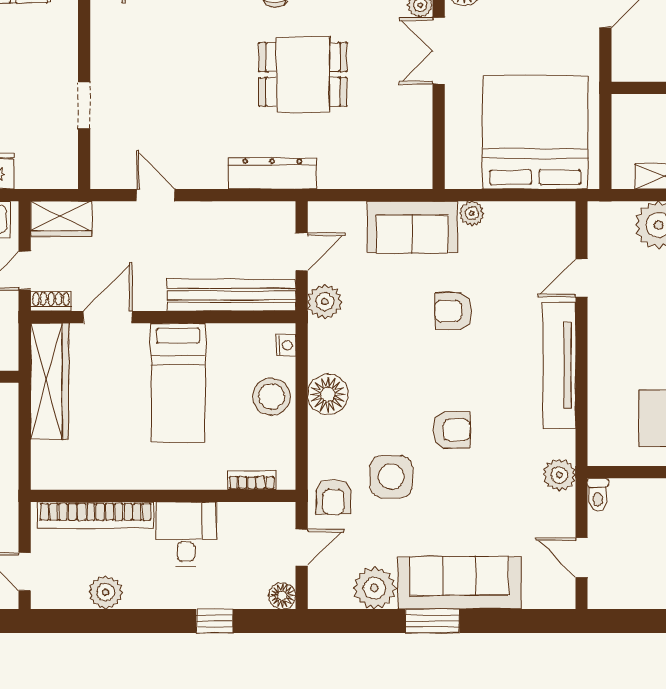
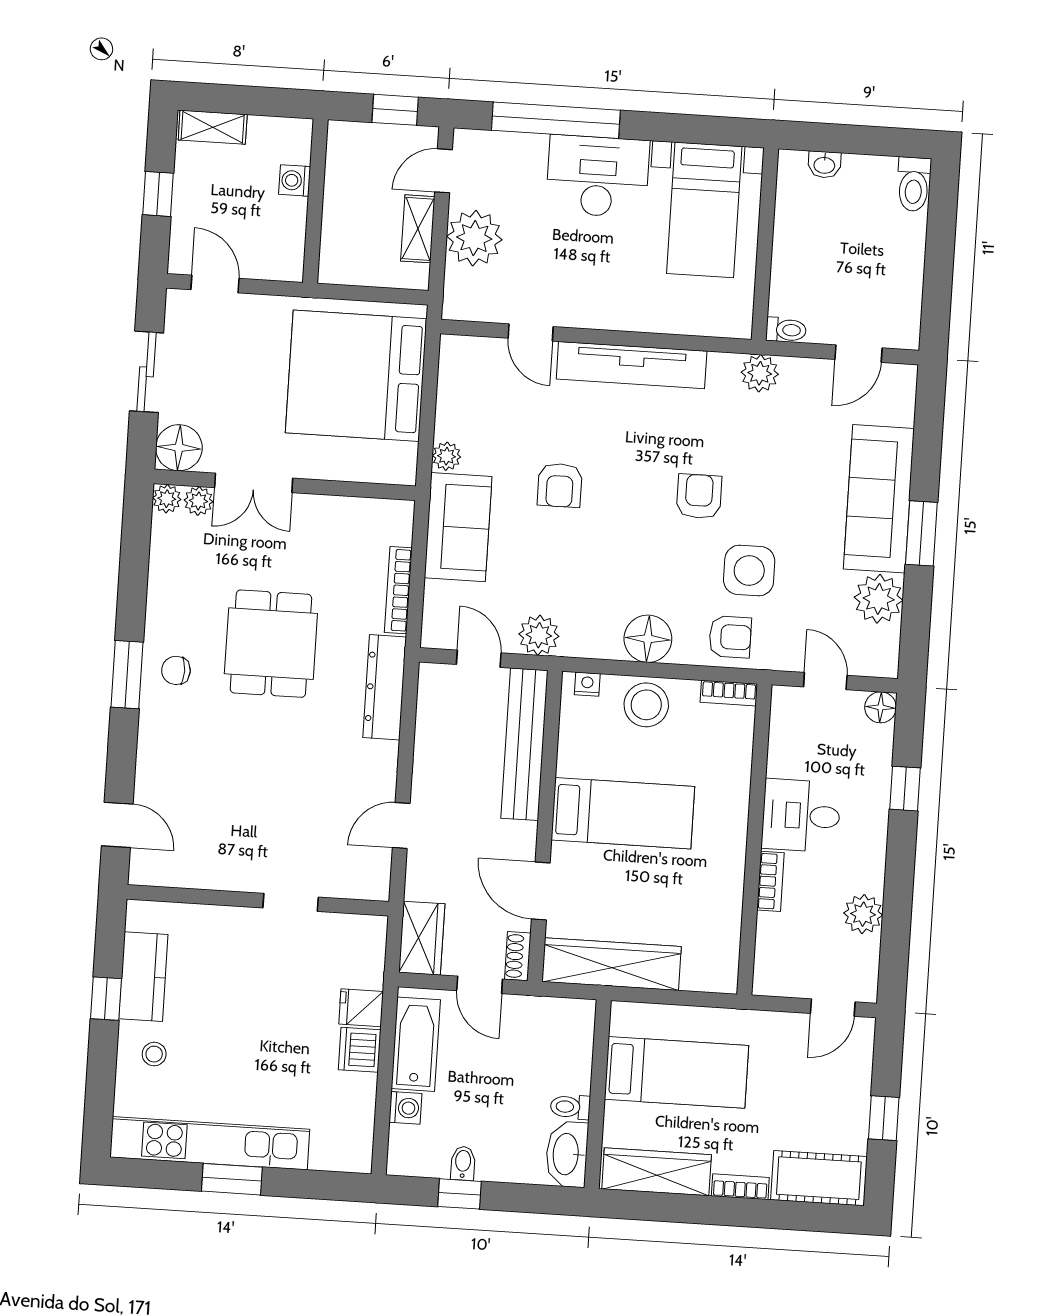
bookcase: (355, 180) -> (398, 590), added
bookcase: (252, 480) -> (729, 693), moved, turned -90
armchair: (333, 497) -> (730, 637), moved
bookcase: (96, 515) -> (771, 881), width x0.43, depth x0.76

